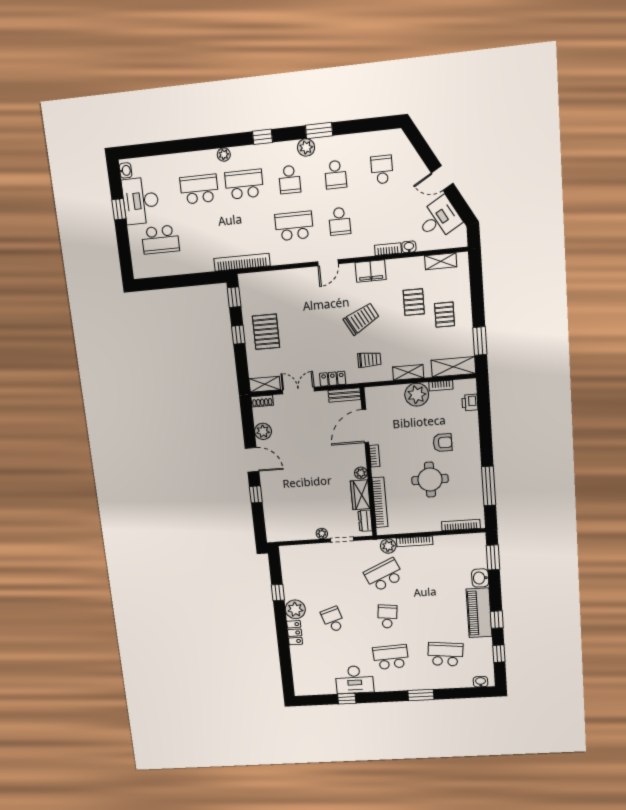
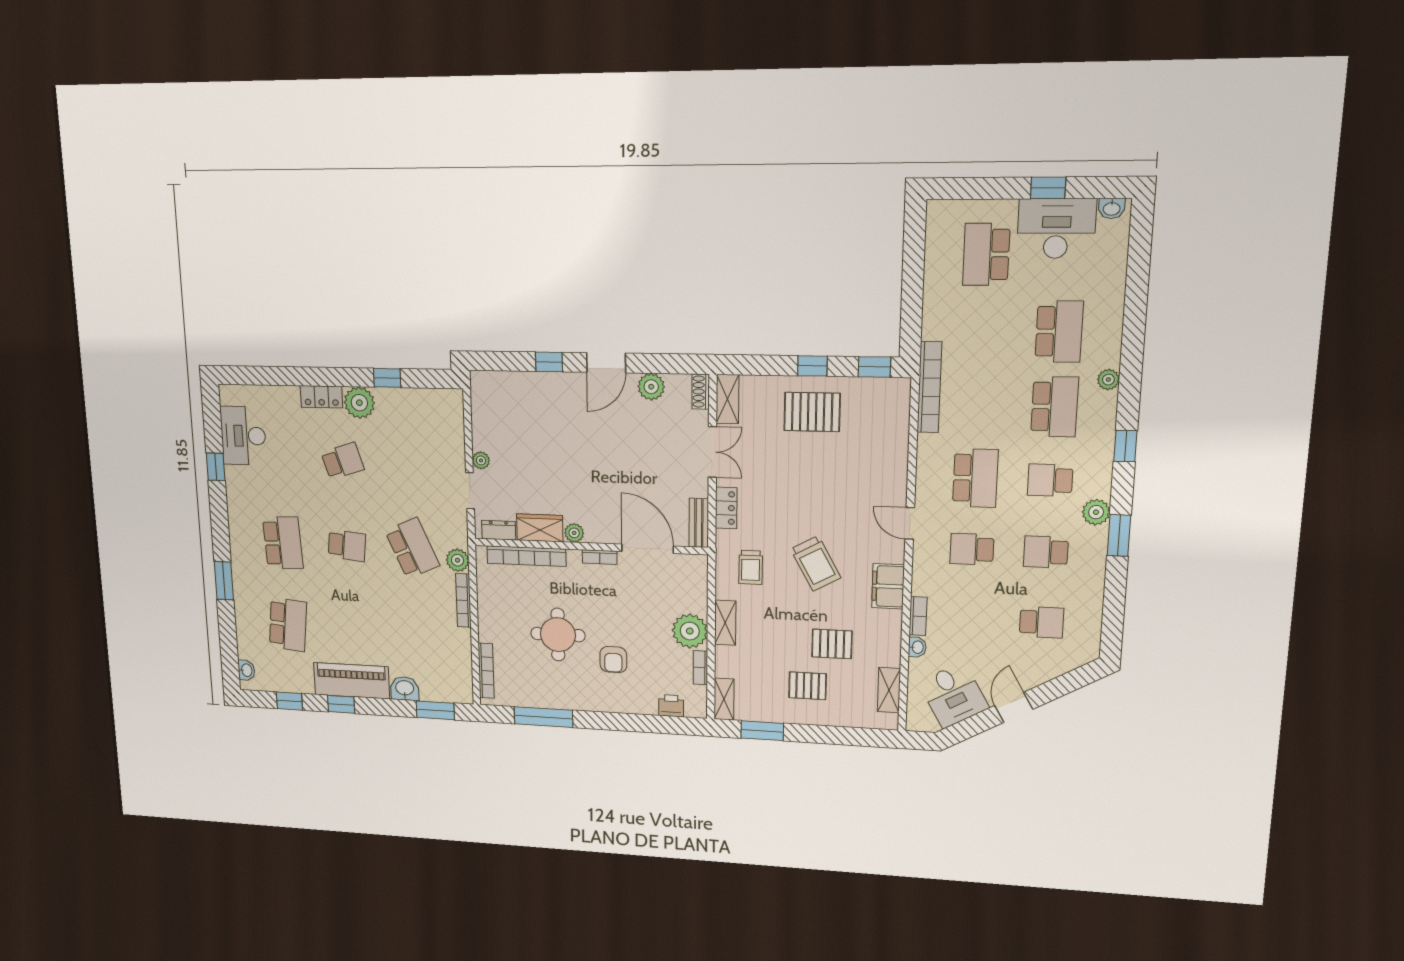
shelving: (453, 367) -> (724, 699), width x0.67, depth x0.75
desk: (354, 680) -> (243, 436), moved

